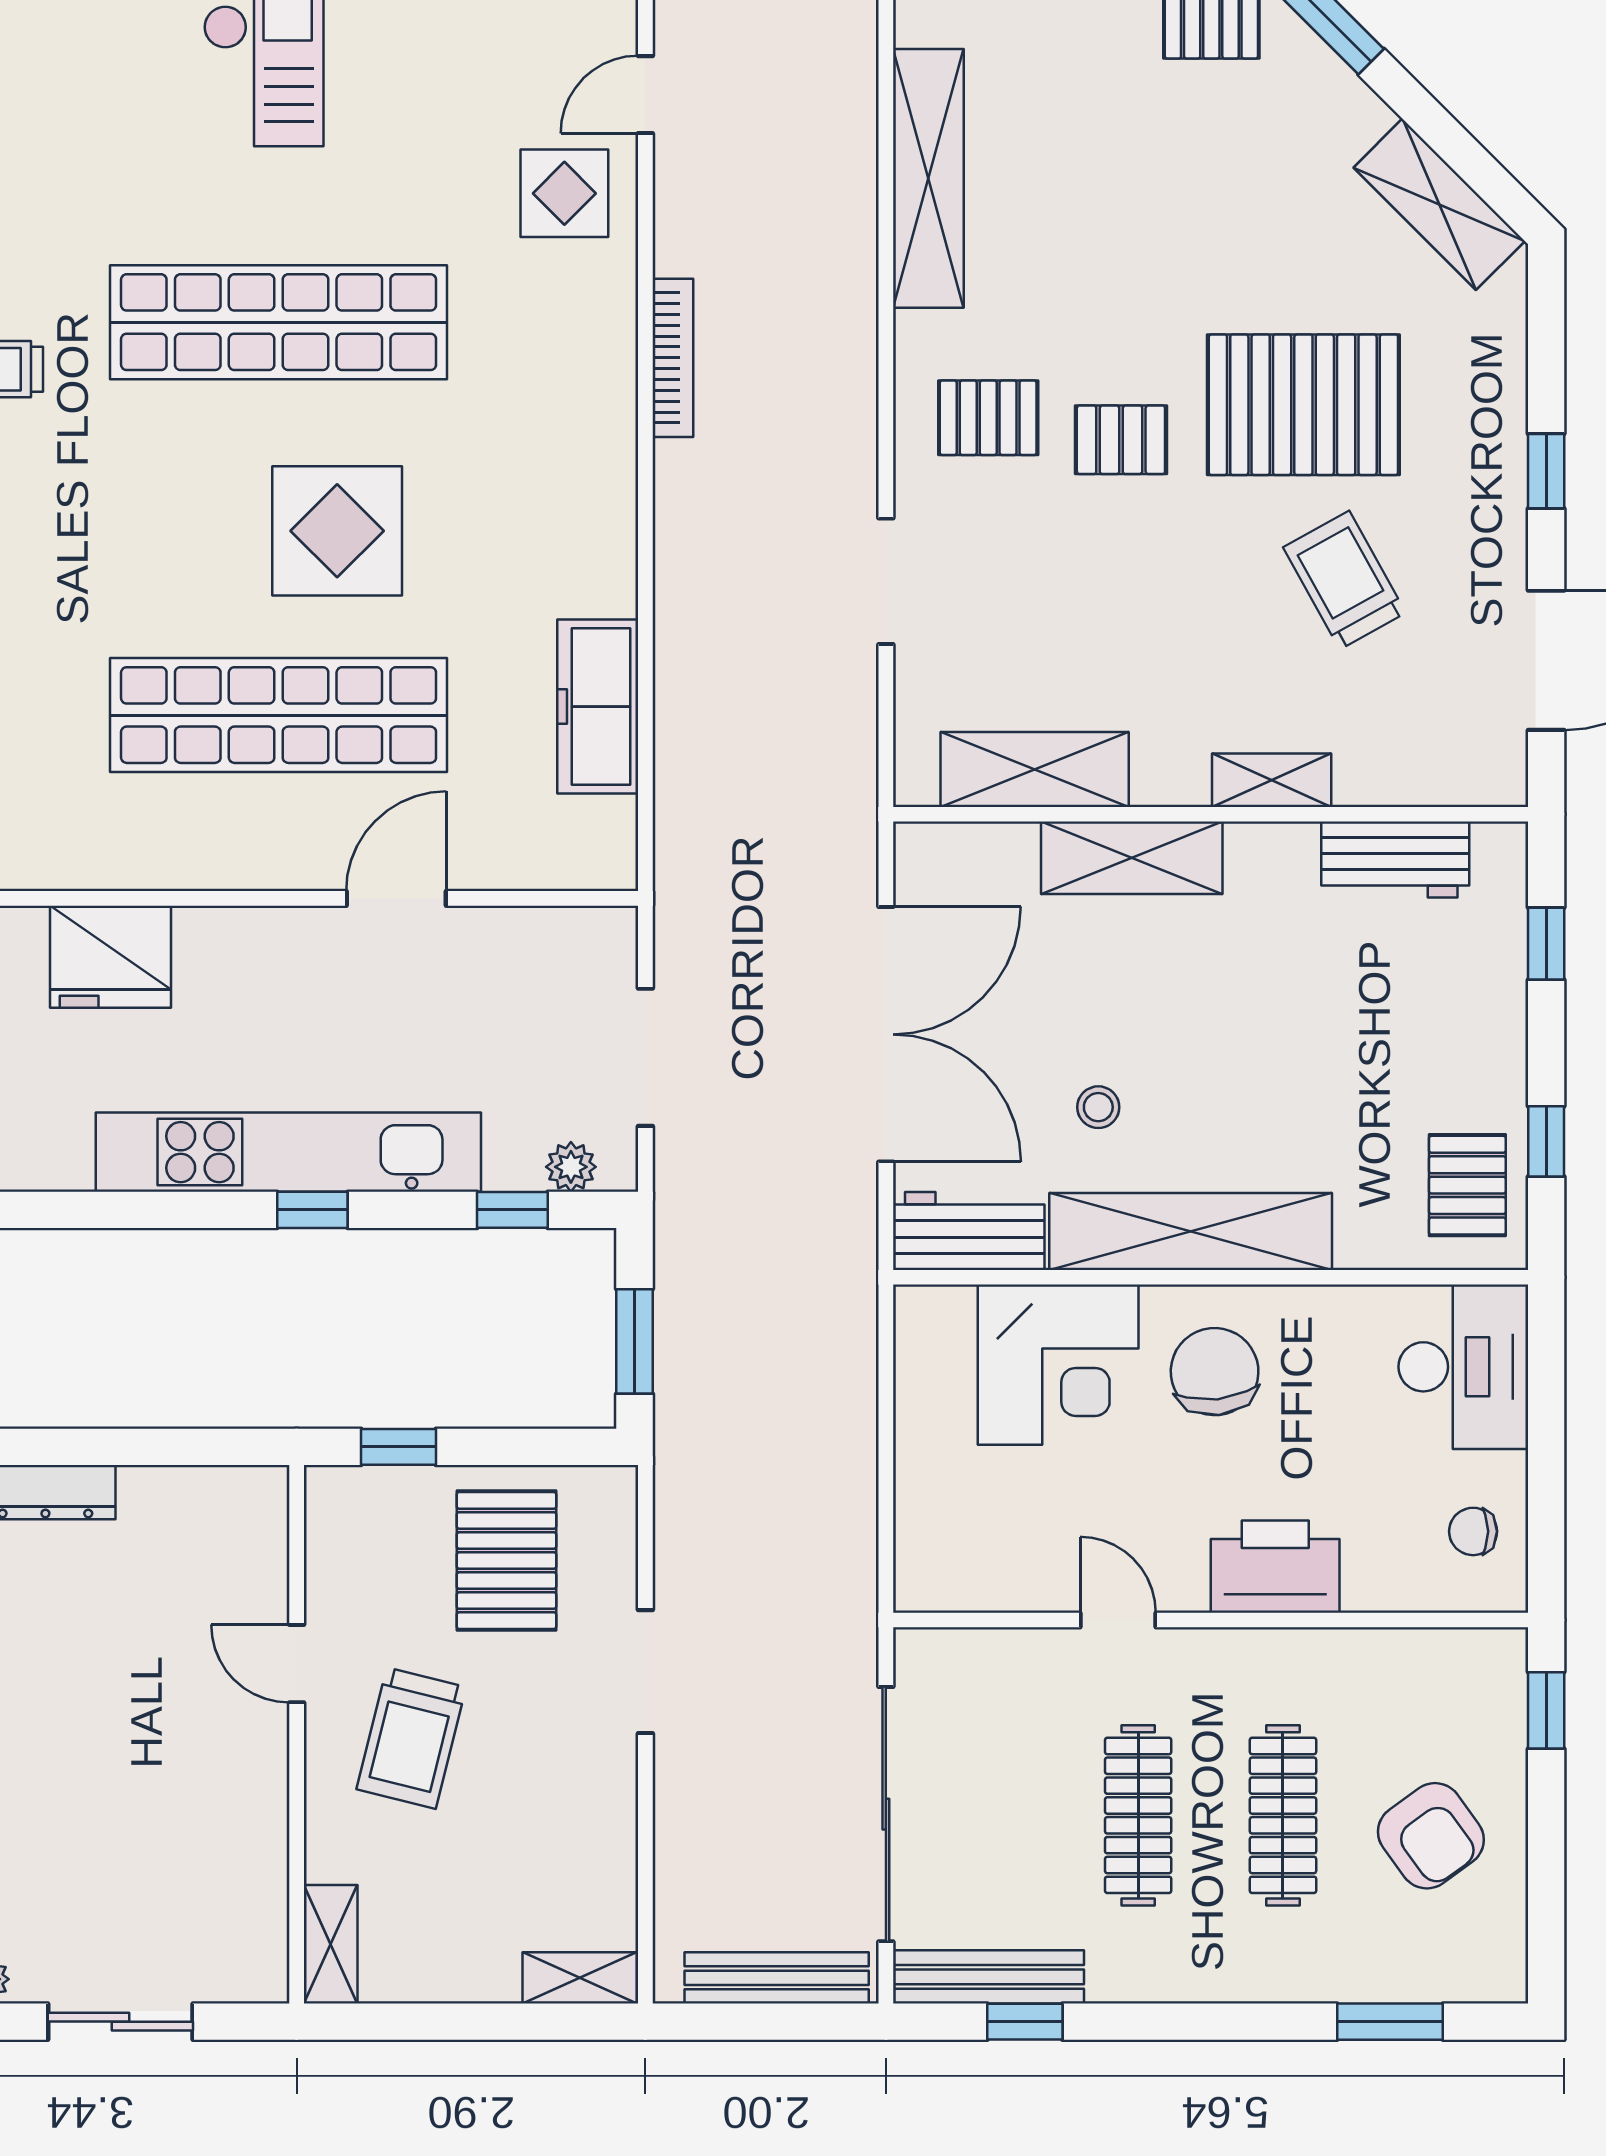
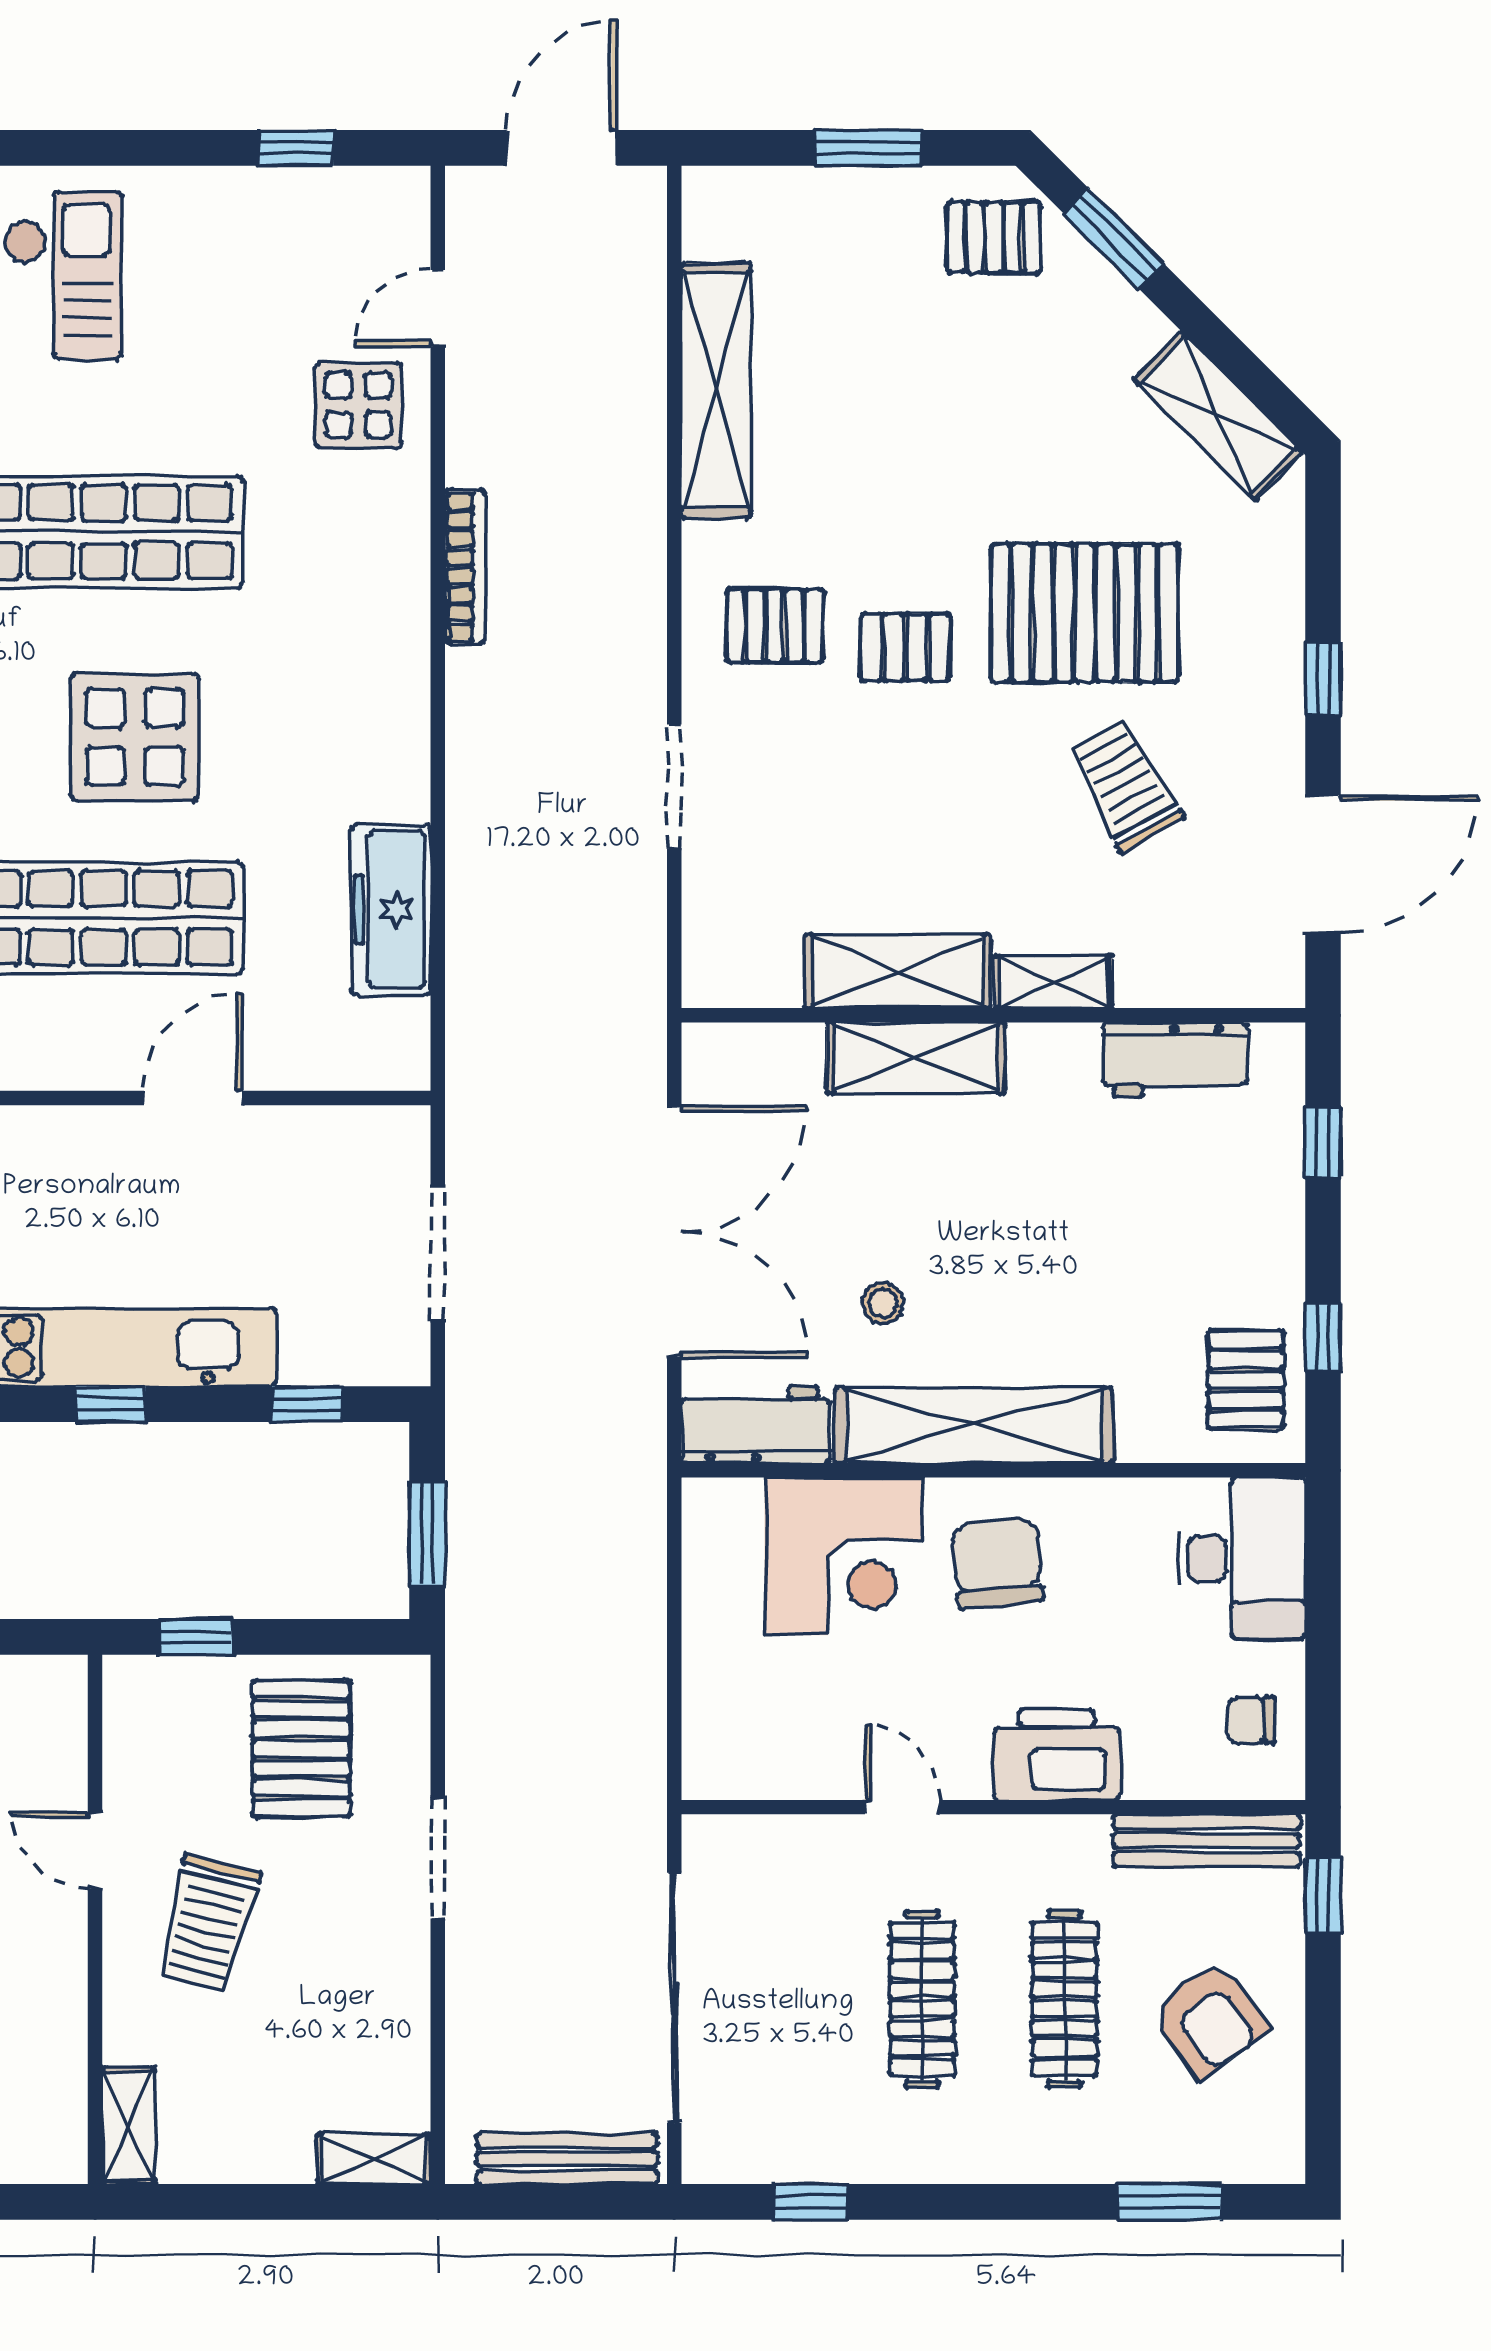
shelving: (1035, 769) -> (898, 971), moved
plant: (571, 1167) -> (365, 1362), removed
bench: (988, 1977) -> (1207, 1840), moved

